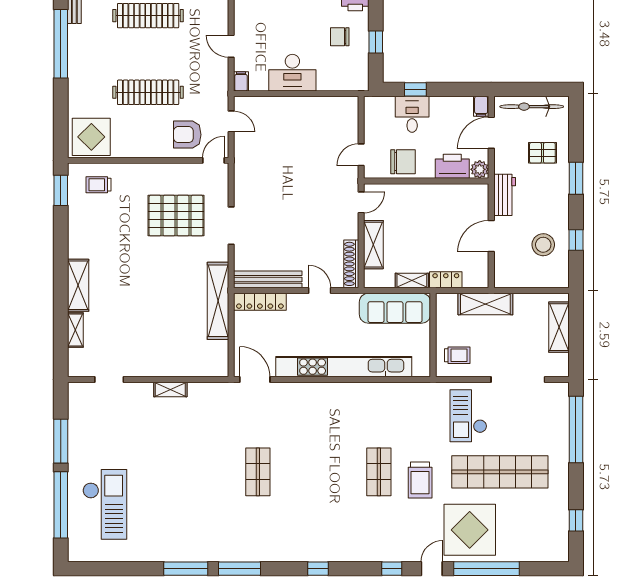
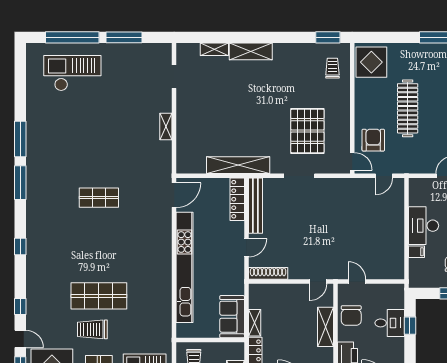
filing cabinet: (241, 81) -> (416, 252), moved
door: (361, 202) -> (318, 282), hinge flipped
shelving: (373, 245) -> (326, 327), moved, turned 90
sofa: (395, 308) -> (232, 317), width x0.73
shop shelf: (379, 472) -> (99, 296), width x1.43, depth x1.36
checkout: (105, 504) -> (72, 73), turned 180

